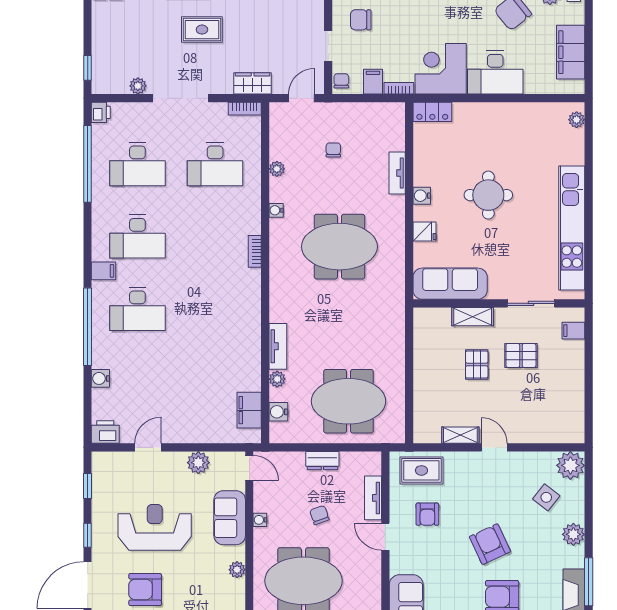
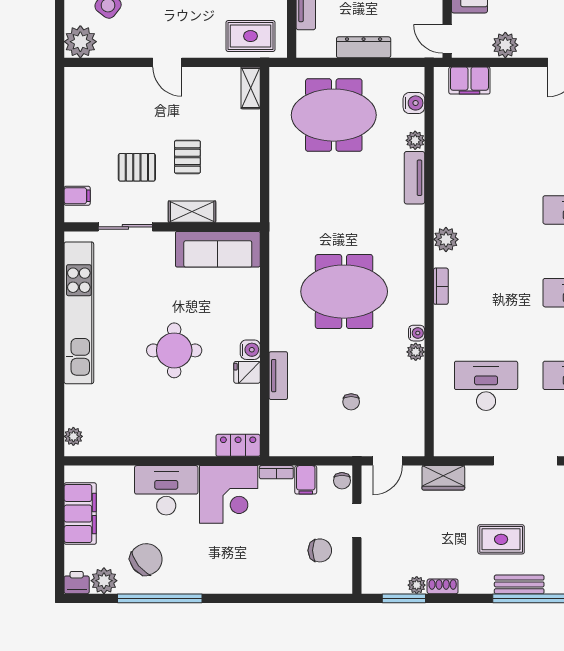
bookcase: (245, 109) -> (452, 449), removed
plant: (277, 169) -> (416, 352), moved
fridge: (424, 231) -> (247, 372), moved
plant: (250, 292) -> (446, 239), added
filing cabinet: (249, 410) -> (469, 81), moved, turned 90
shelving: (460, 435) -> (251, 88), moved, turned 90
dresser: (322, 461) -> (364, 47), width x1.44

